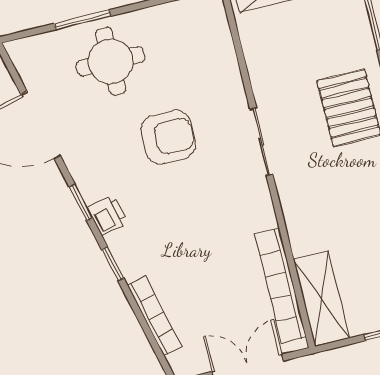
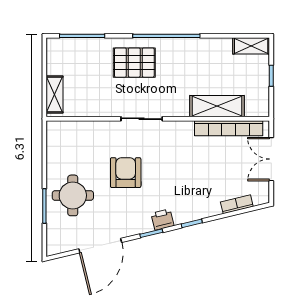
shelving: (321, 299) -> (217, 106), moved
bookcase: (155, 316) -> (237, 204), width x0.64

